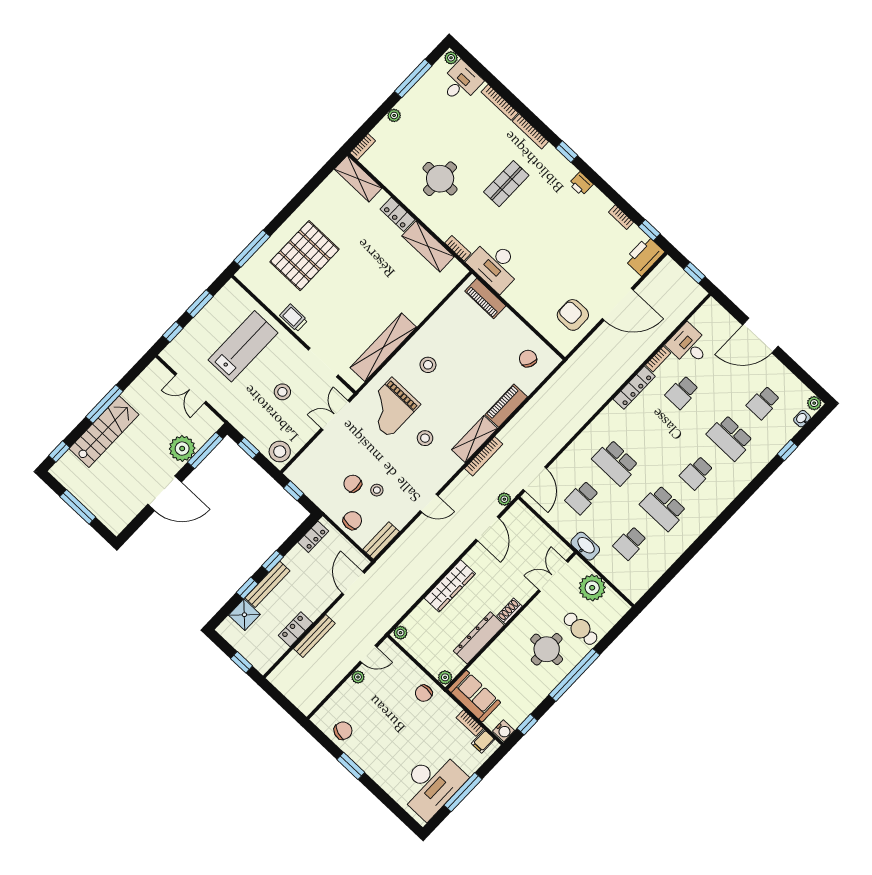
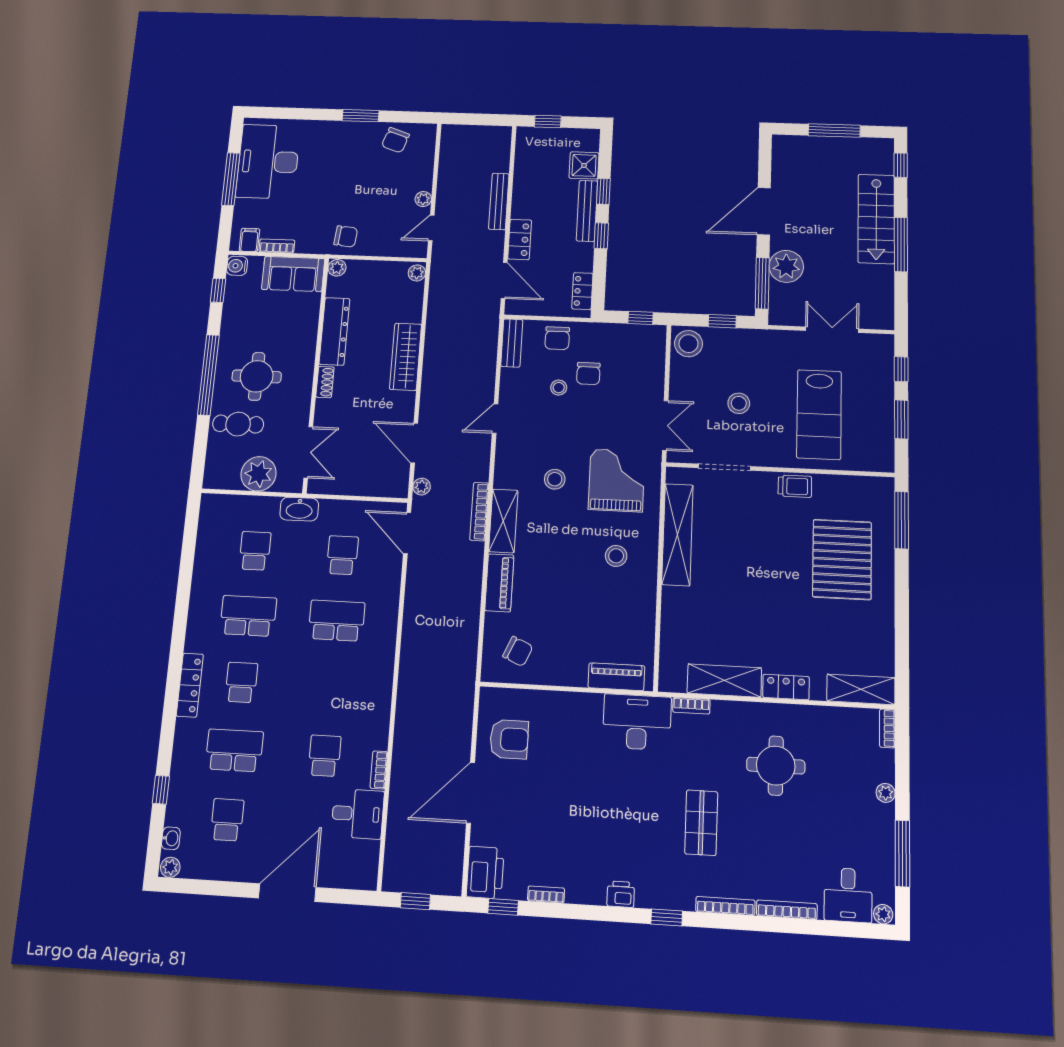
locker: (634, 388) -> (190, 685), moved, turned 180
chair: (353, 484) -> (588, 374), turned 90
locker: (296, 629) -> (520, 239), moved
chair: (424, 693) -> (346, 236), turned 96

